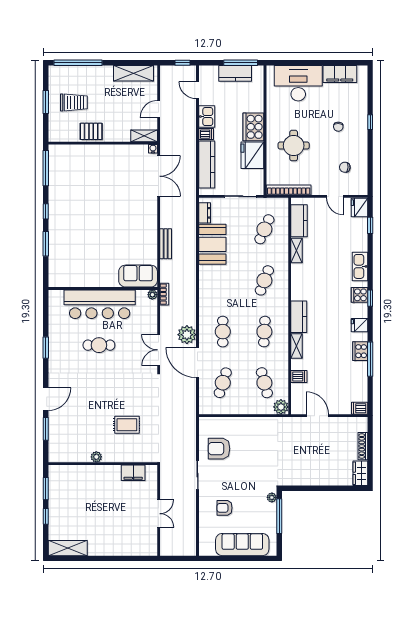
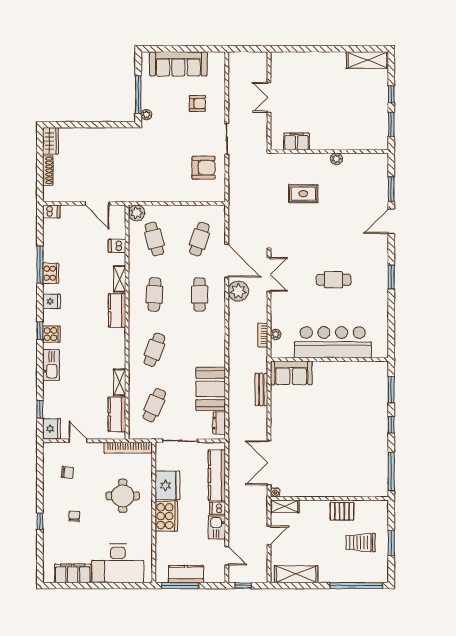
sofa: (138, 276) -> (291, 373), moved
wall: (103, 288) -> (329, 359), moved
bar counter: (100, 304) -> (333, 342), moved

